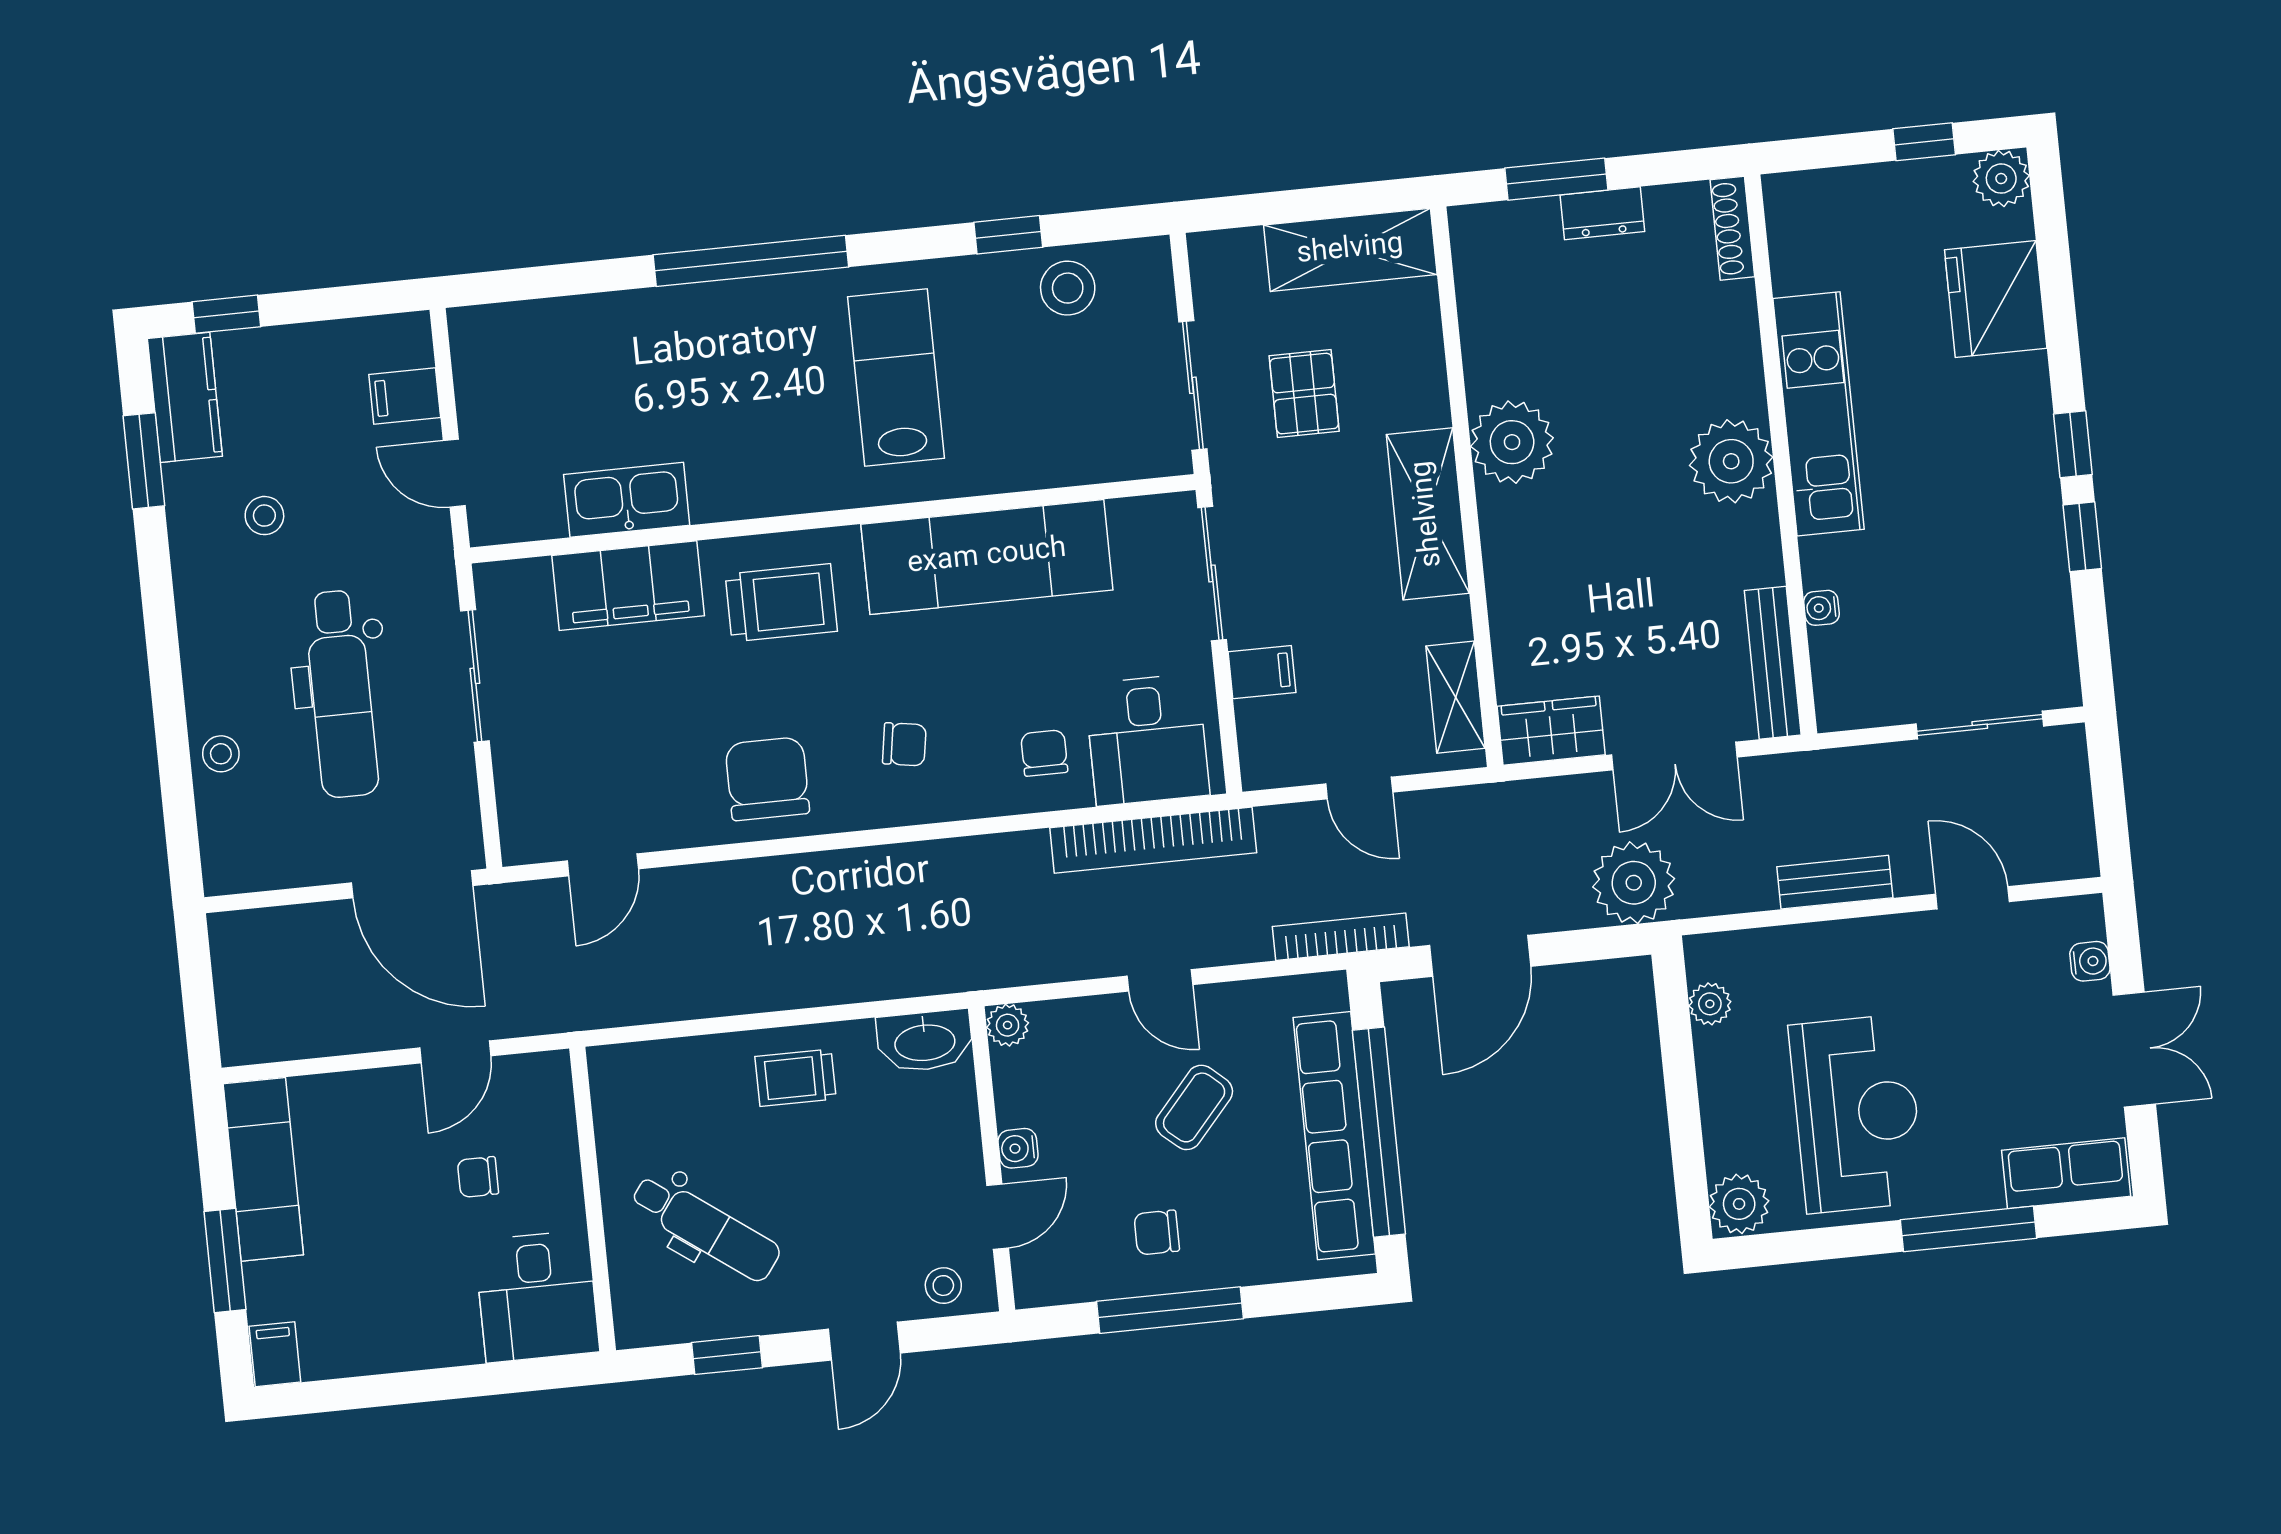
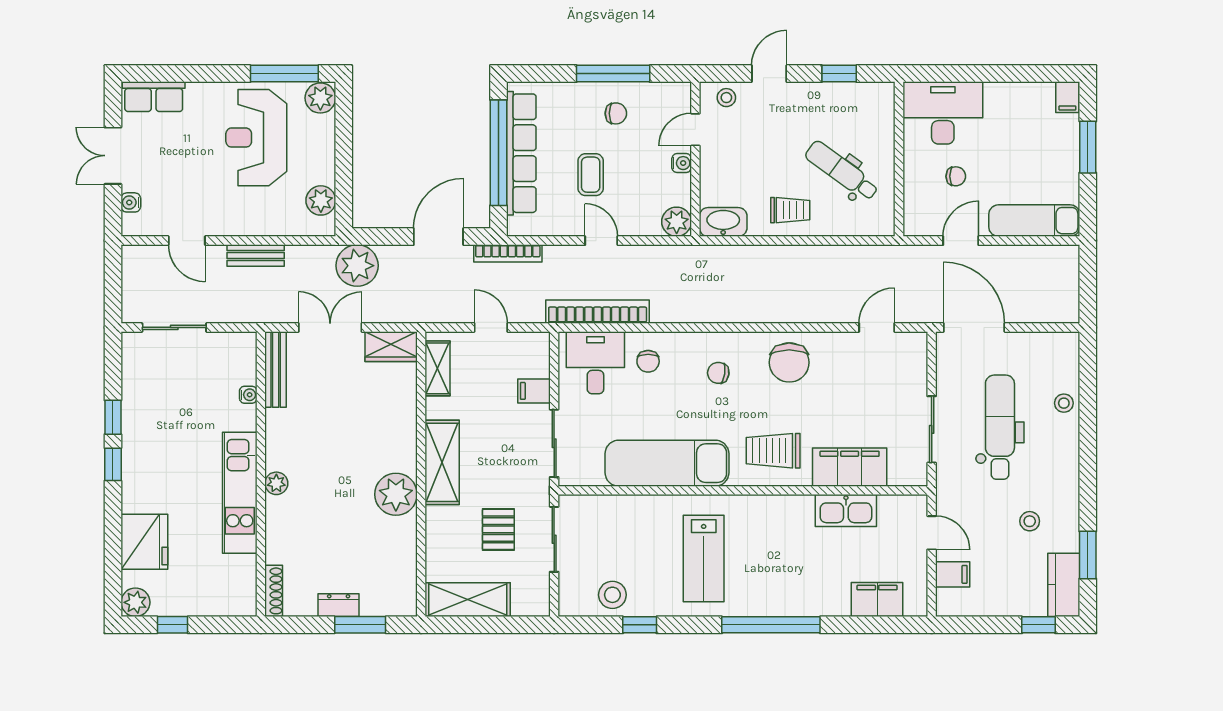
filing cabinet: (548, 332) -> (877, 600), added
plant: (1731, 461) -> (276, 483), width x0.53, depth x0.53
plant: (1710, 1004) -> (321, 200), width x1.38, depth x1.38
plant: (1008, 1025) -> (677, 222), width x1.38, depth x1.38
coffee table: (1194, 1107) -> (591, 175), turned -41
exam couch: (263, 1169) -> (1034, 221), moved, turned 90
dental chair: (705, 1228) -> (842, 171), moved
window: (1968, 1229) -> (284, 74), moved
desk: (537, 1296) -> (943, 113), width x1.37

